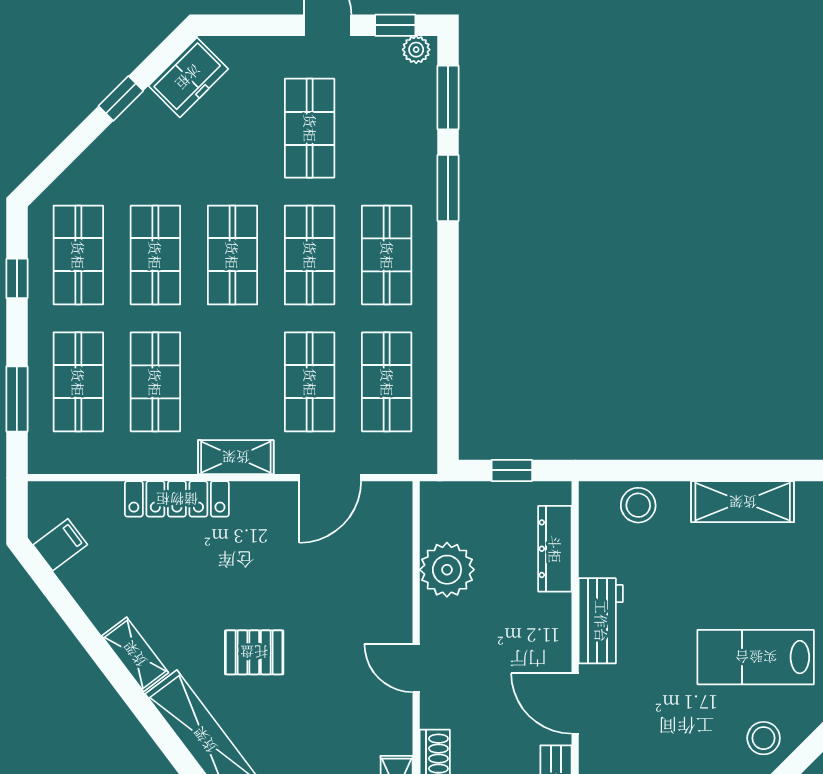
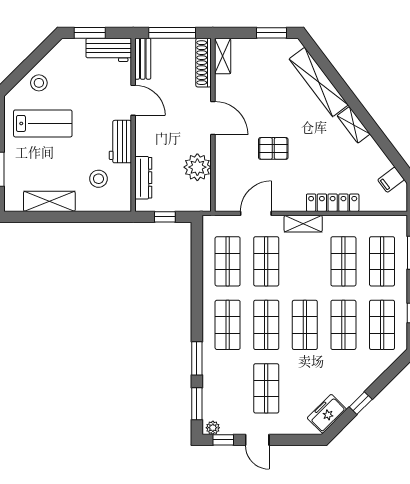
stool: (638, 505) -> (98, 179), moved
pallet: (254, 652) -> (273, 148), moved
door: (416, 668) -> (213, 118), width x1.38

